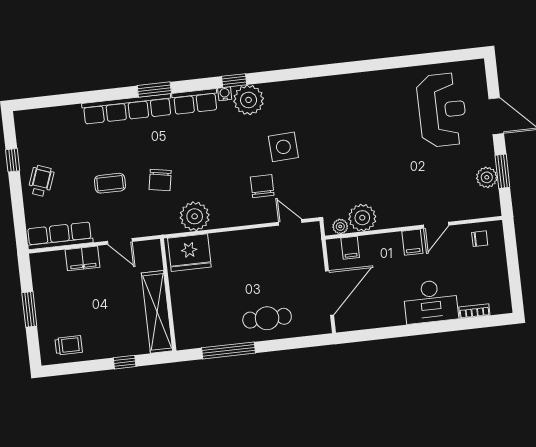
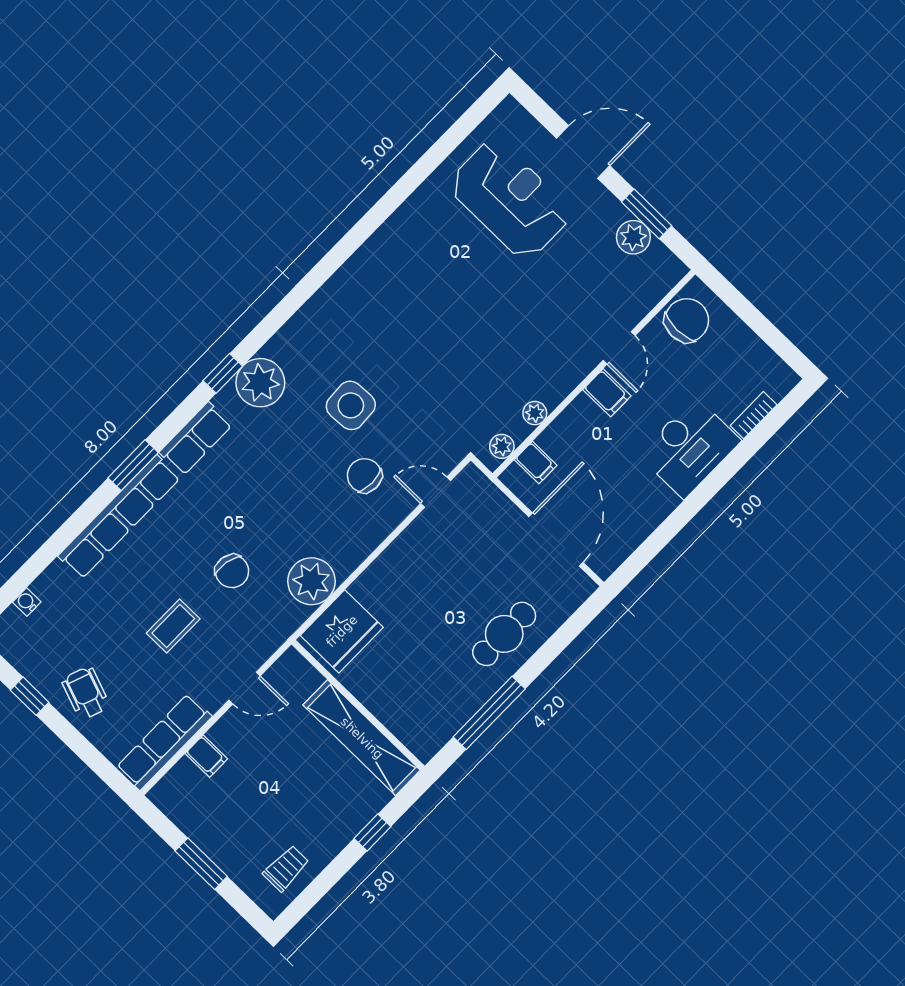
water cooler: (225, 94) -> (27, 602), moved
plant: (362, 218) -> (535, 413), width x0.53, depth x0.53
chair: (480, 239) -> (687, 320), width x1.87, depth x1.87
filing cabinet: (82, 258) -> (206, 756), width x0.50

